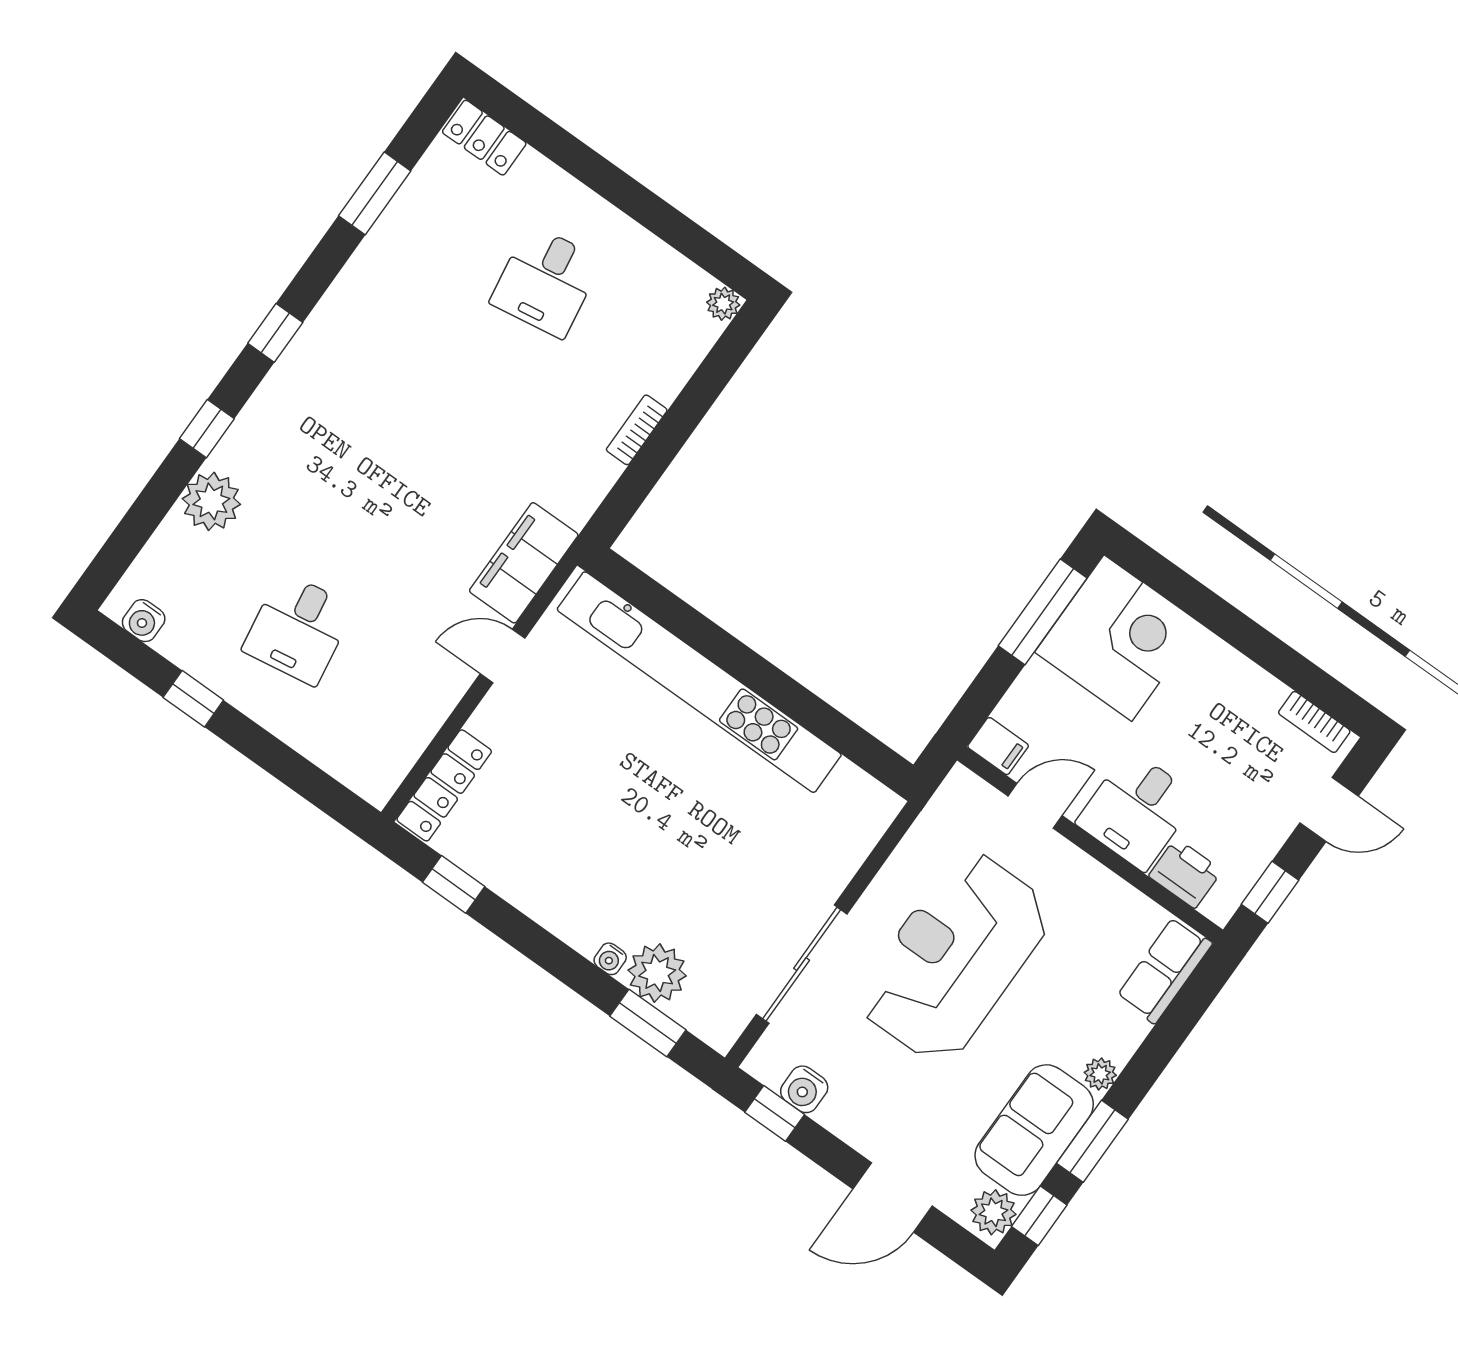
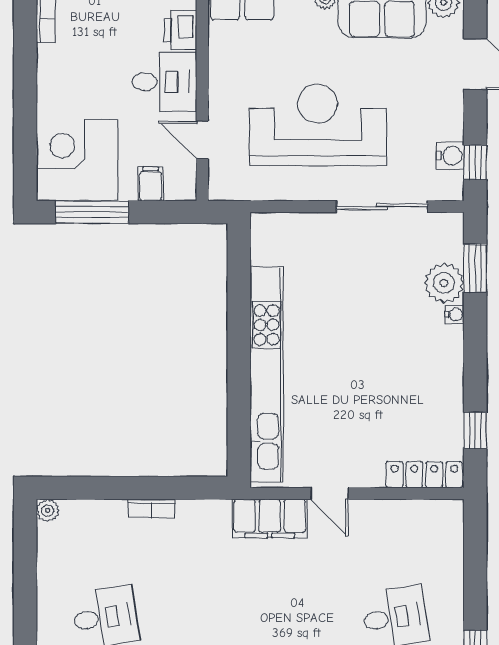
filing cabinet: (998, 746) -> (151, 184), moved
reception desk: (955, 957) -> (318, 125), turned 180

